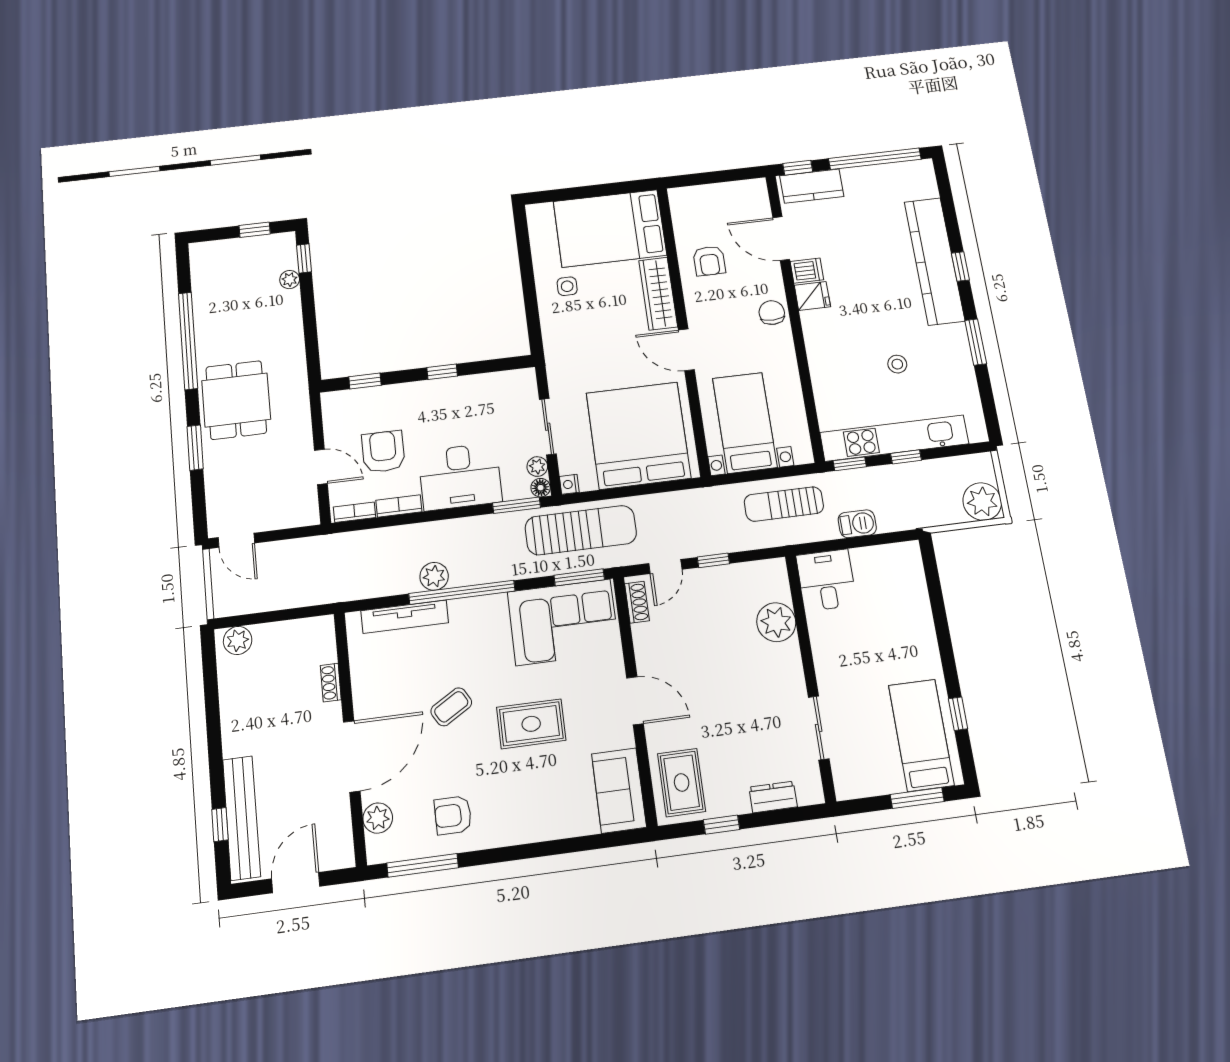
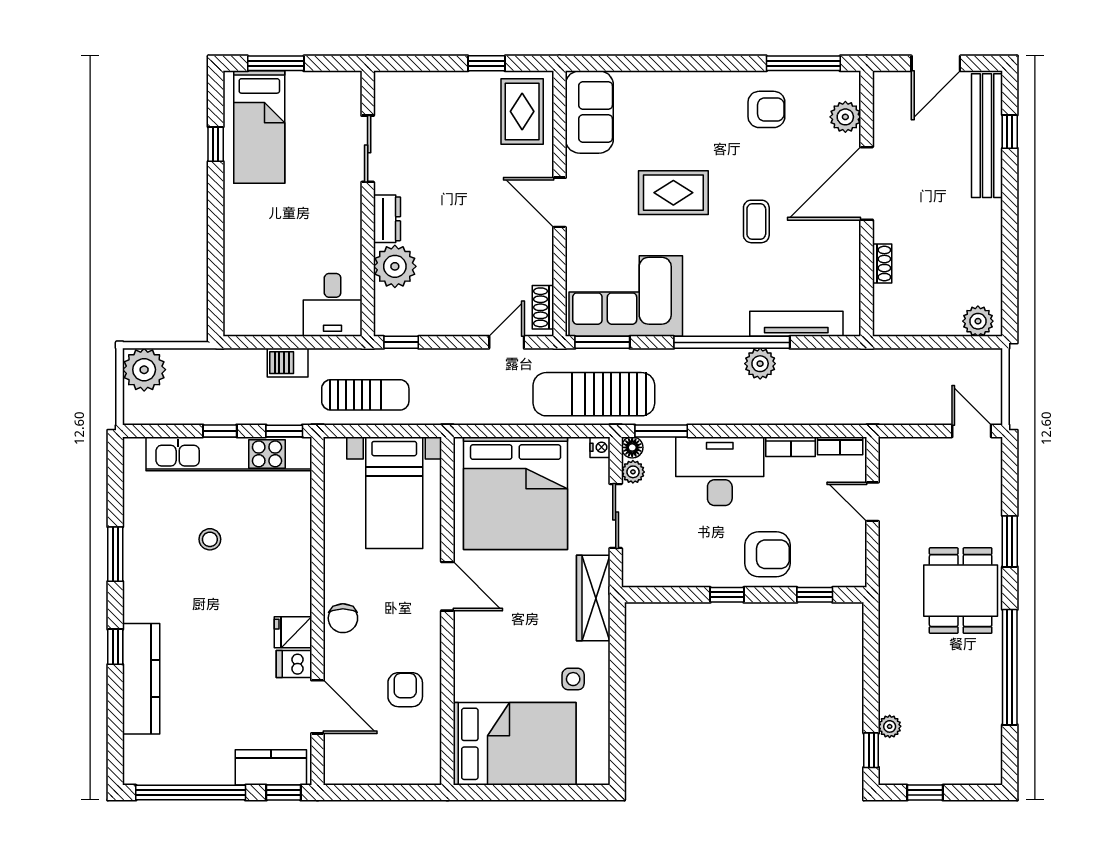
kitchen counter: (934, 261) -> (141, 679), width x0.72, depth x0.86
wardrobe: (658, 294) -> (593, 598), moved, turned 180
armchair: (383, 452) -> (767, 554), moved, turned -90
window: (713, 560) -> (401, 342), moved
coffee table: (451, 707) -> (756, 221), turned -59
dresser: (773, 797) -> (387, 219), moved, turned -90

